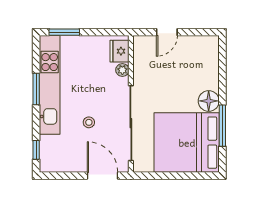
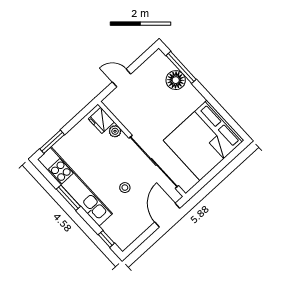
door: (167, 32) -> (122, 78), swing flipped
floor lamp: (209, 101) -> (176, 80), moved
window: (222, 126) -> (181, 67), moved
door: (103, 176) -> (167, 215), hinge flipped

